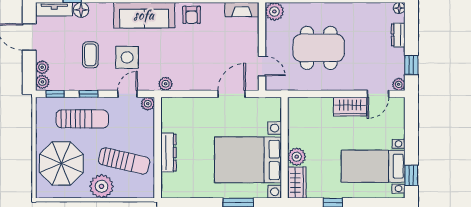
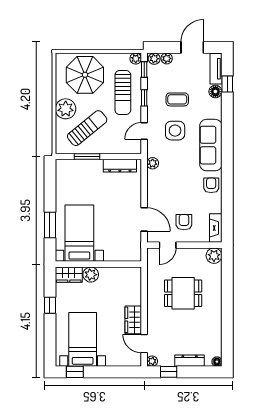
armchair: (192, 15) -> (211, 185), turned 90
dresser: (398, 35) -> (190, 361), width x1.44
armchair: (235, 47) -> (184, 222), added
dining table: (319, 48) -> (183, 293), width x0.73
door: (128, 94) -> (144, 131), swing flipped
plant: (148, 104) -> (136, 59), moved
dresser: (169, 153) -> (120, 166), moved
bed with nightstands: (248, 160) -> (79, 233), width x0.73
sun lounger: (124, 161) -> (87, 128), turned -142
window: (158, 161) -> (87, 157), added

